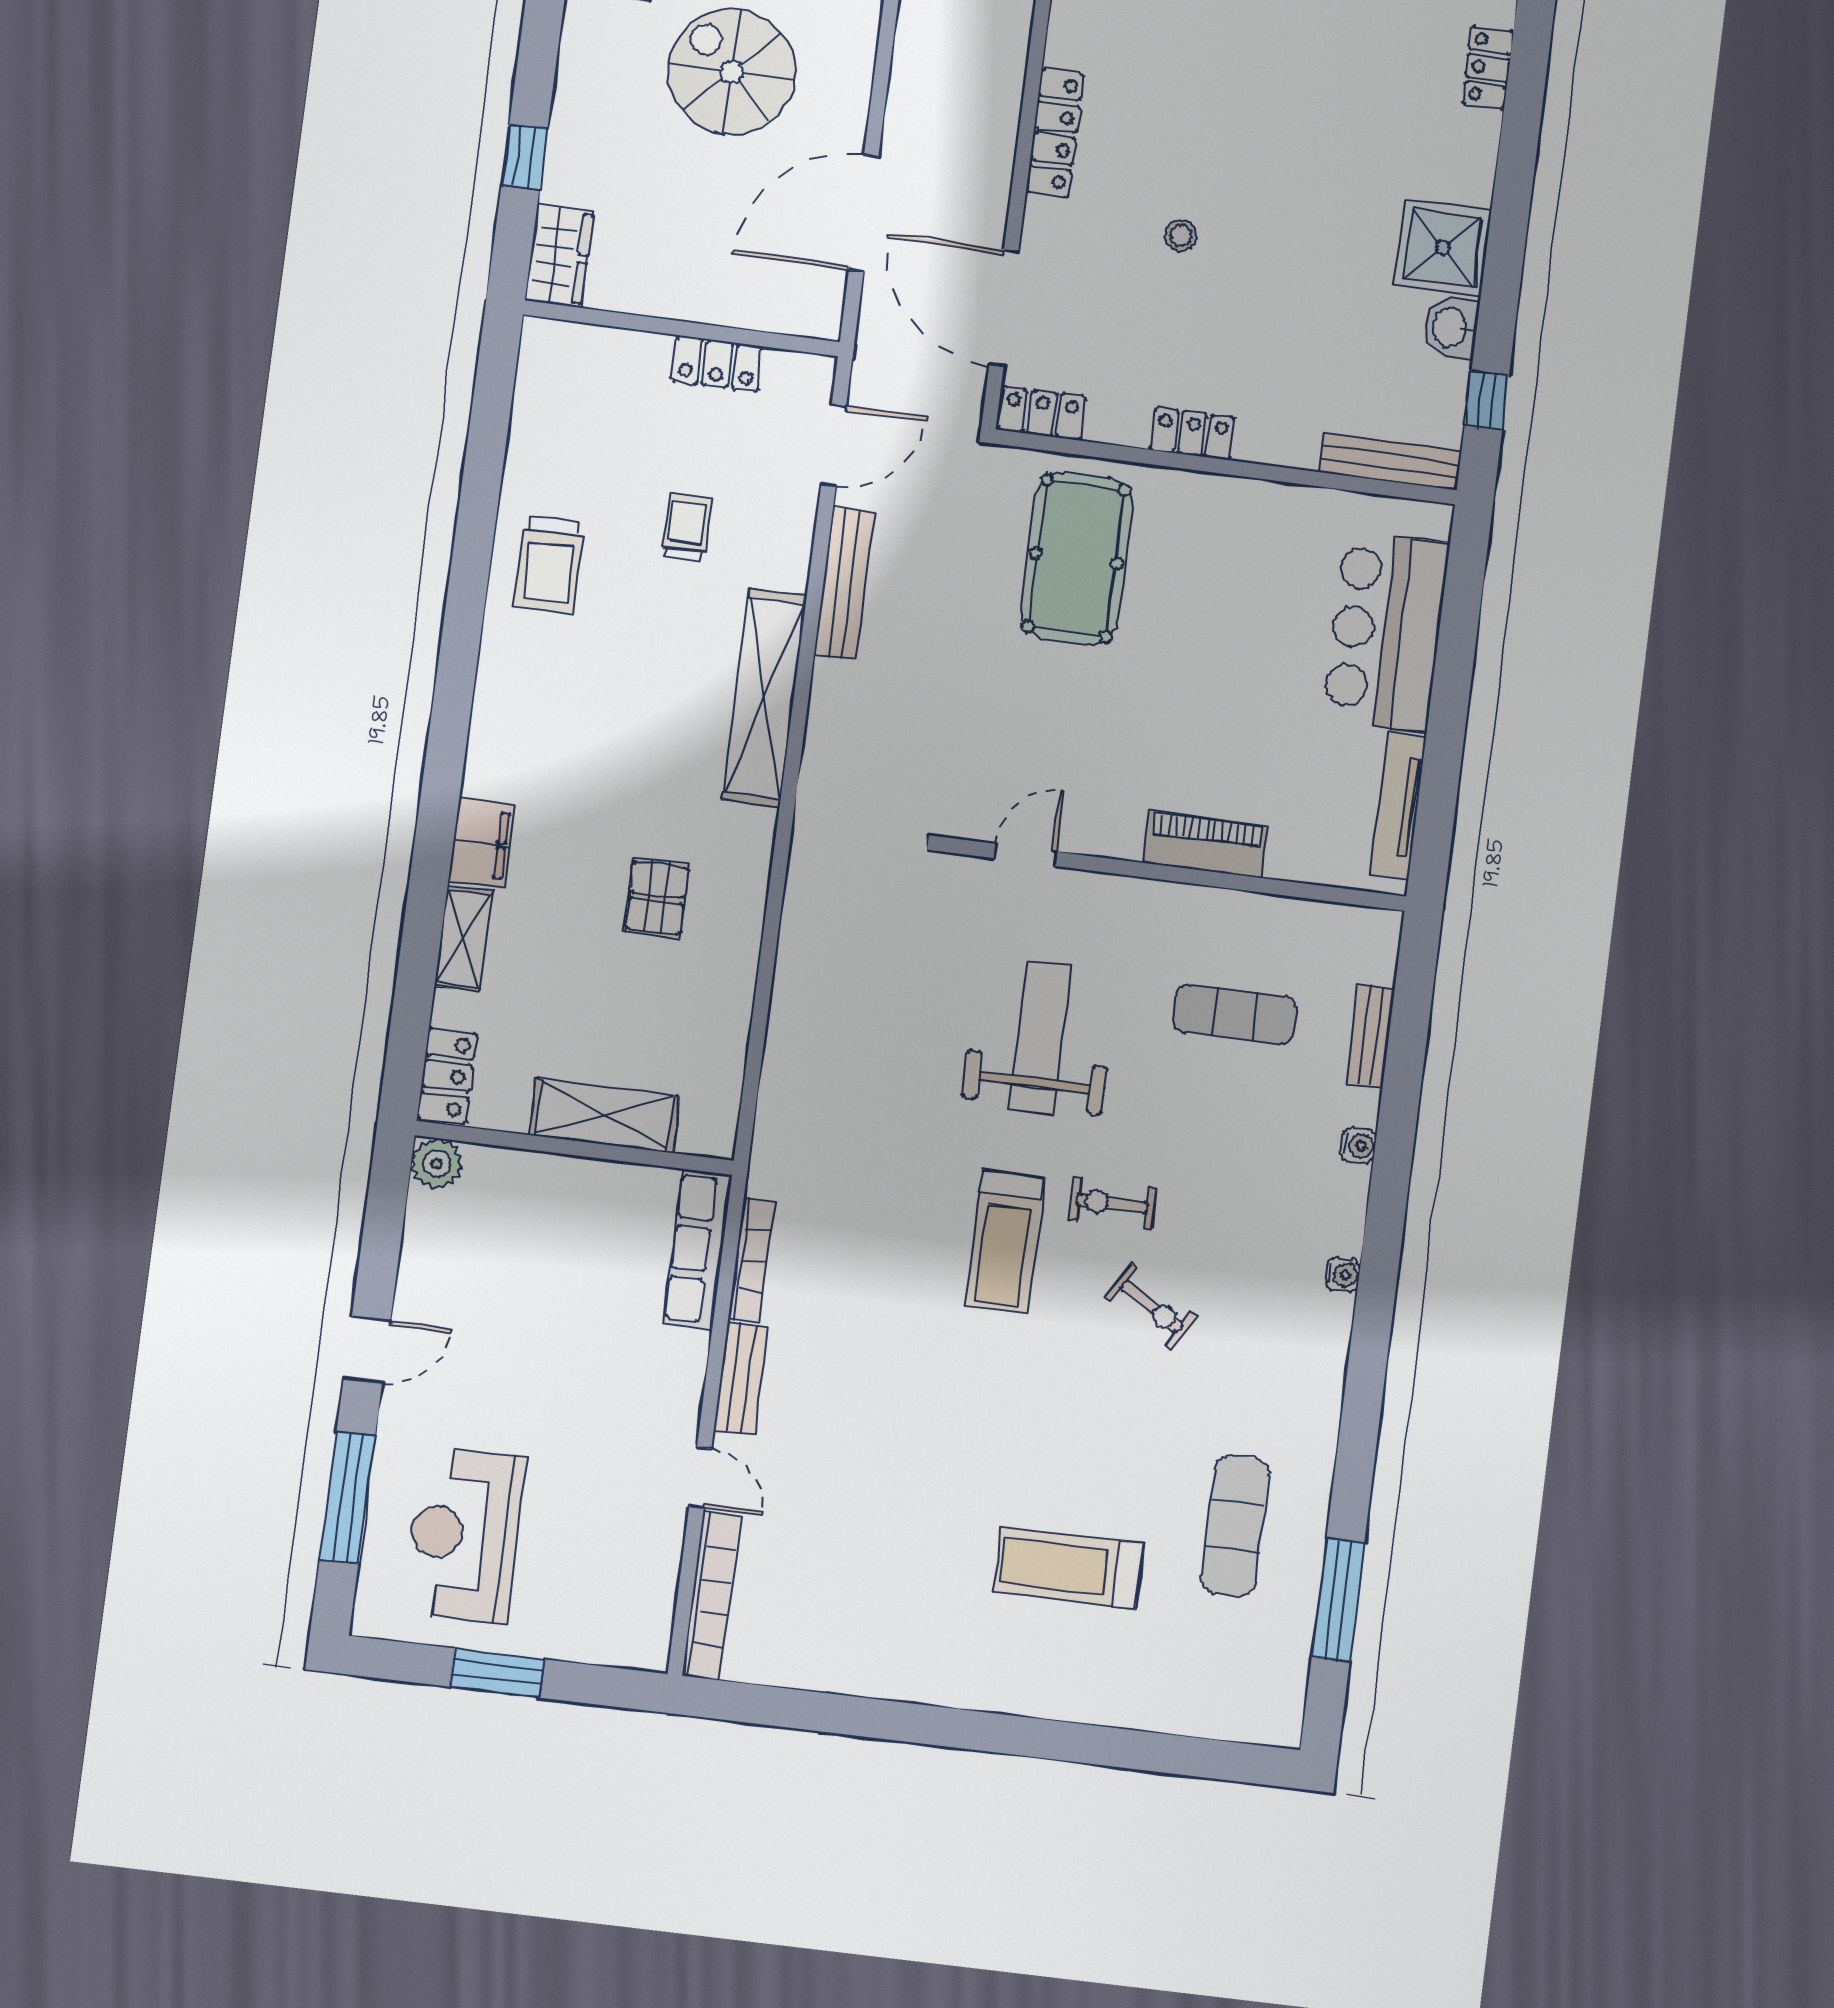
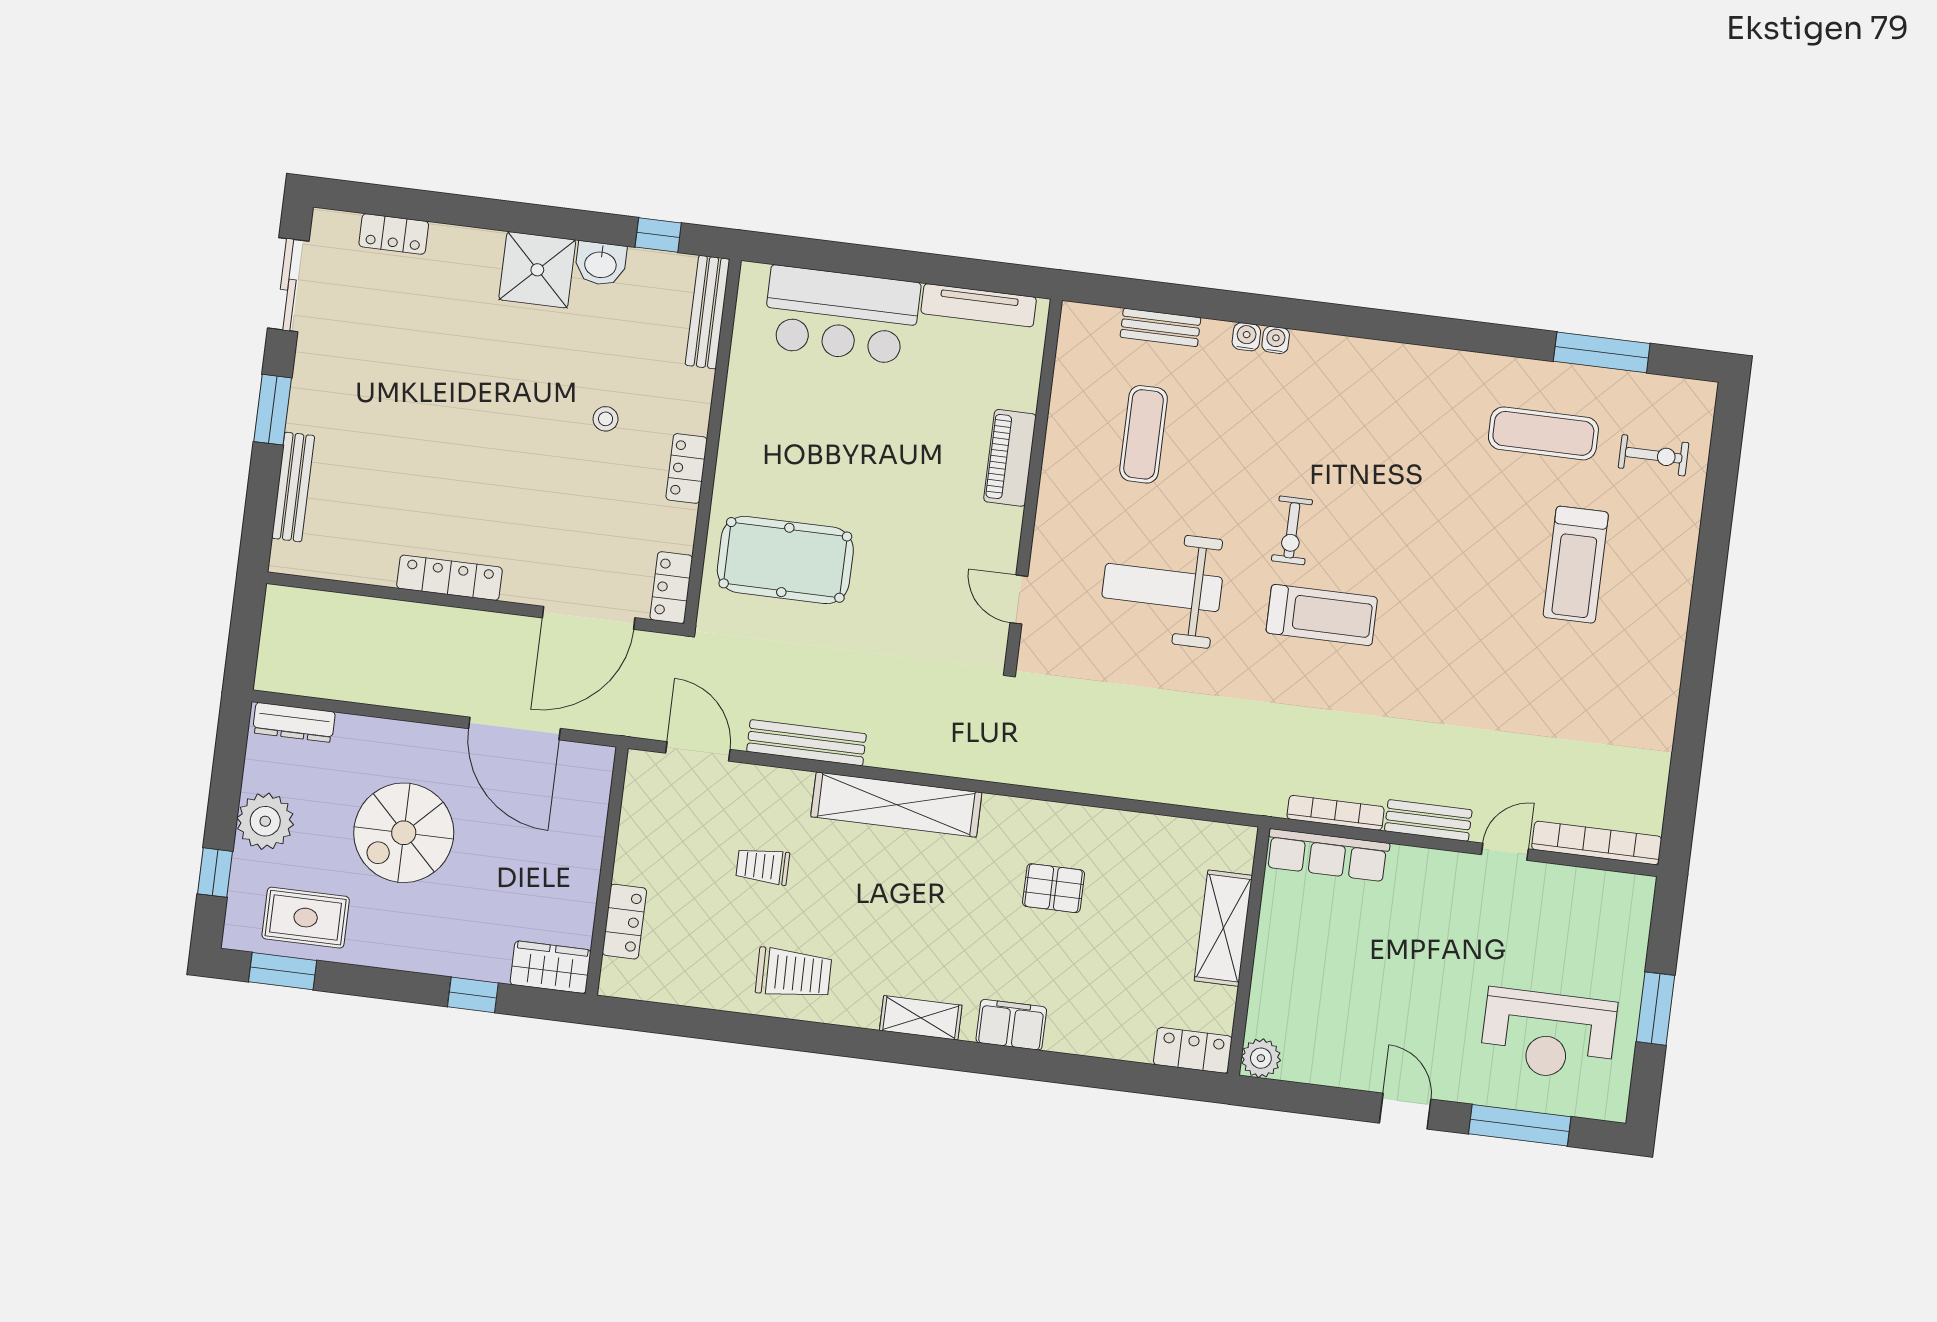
stool: (1181, 235) -> (606, 419), moved
locker: (717, 364) -> (624, 922), moved
shelving: (464, 939) -> (921, 1018), moved
water cooler: (1343, 1275) -> (1276, 340), moved
exercise bike: (1152, 1307) -> (1654, 455), moved, turned 59

